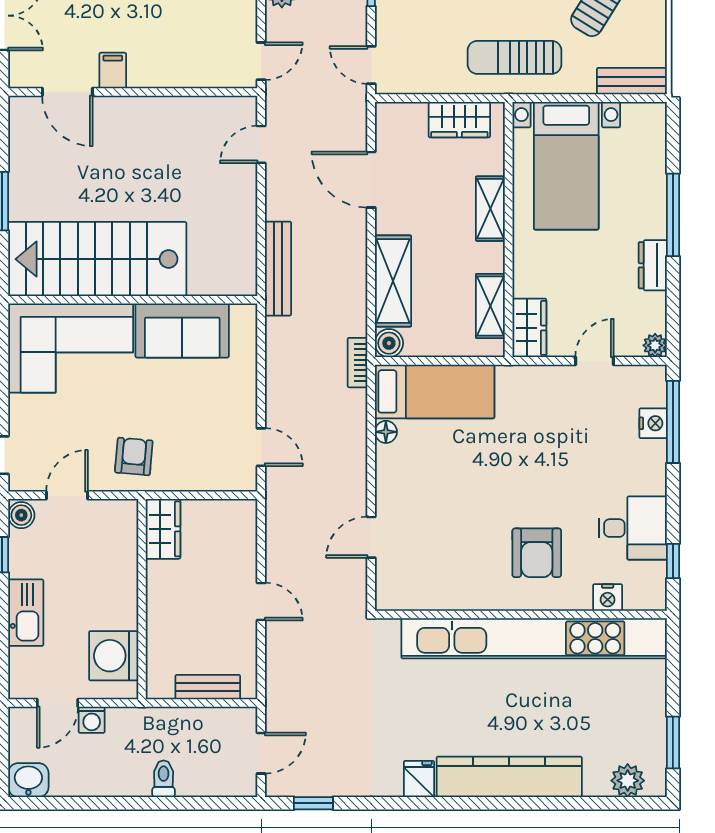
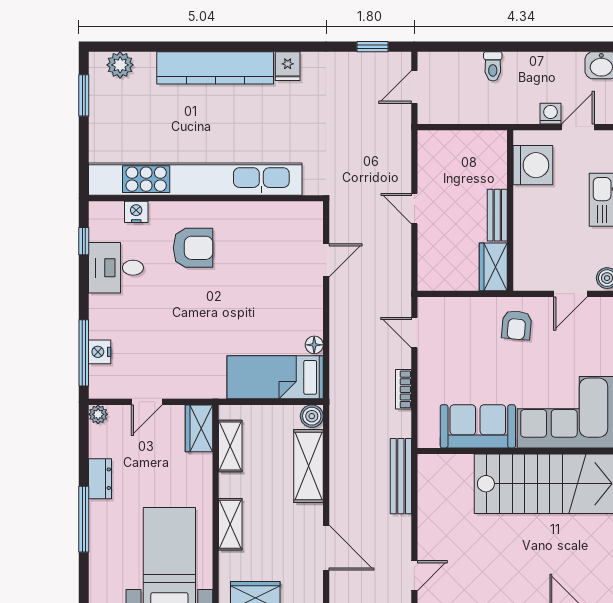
bookcase: (358, 363) -> (403, 389), moved, turned 180
armchair: (537, 553) -> (193, 248), turned 90
bench: (208, 687) -> (497, 215), moved, turned 90

